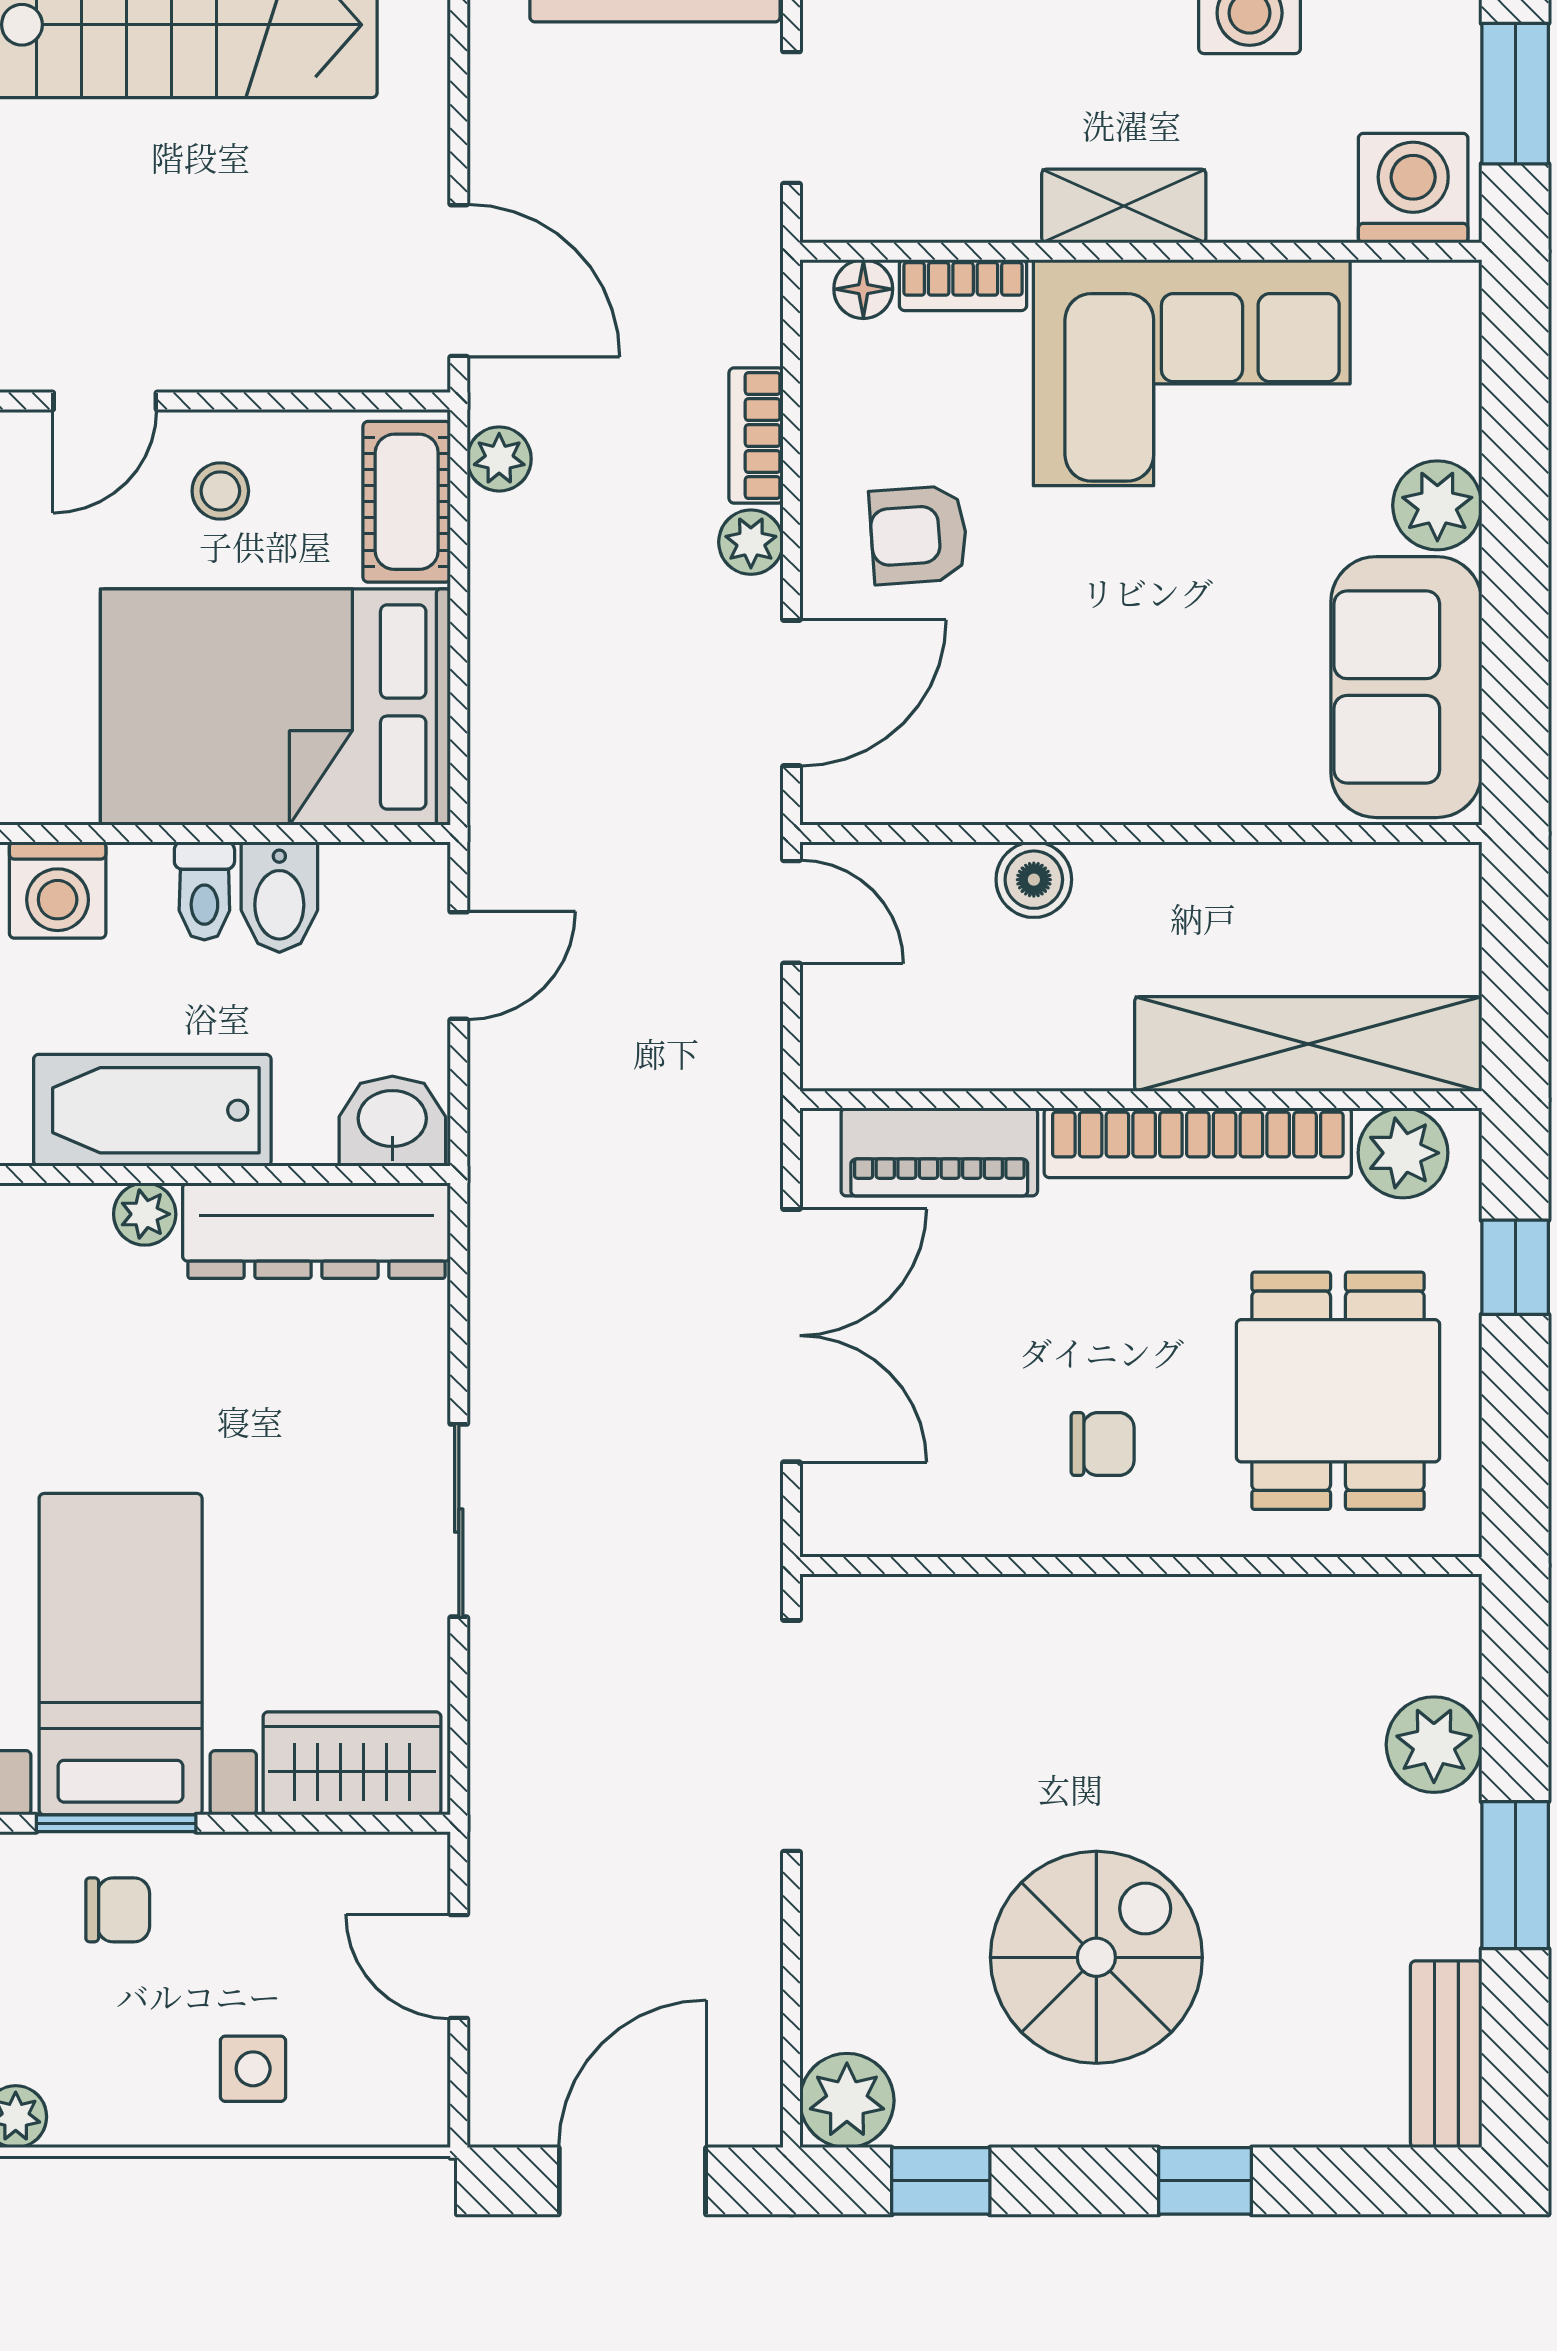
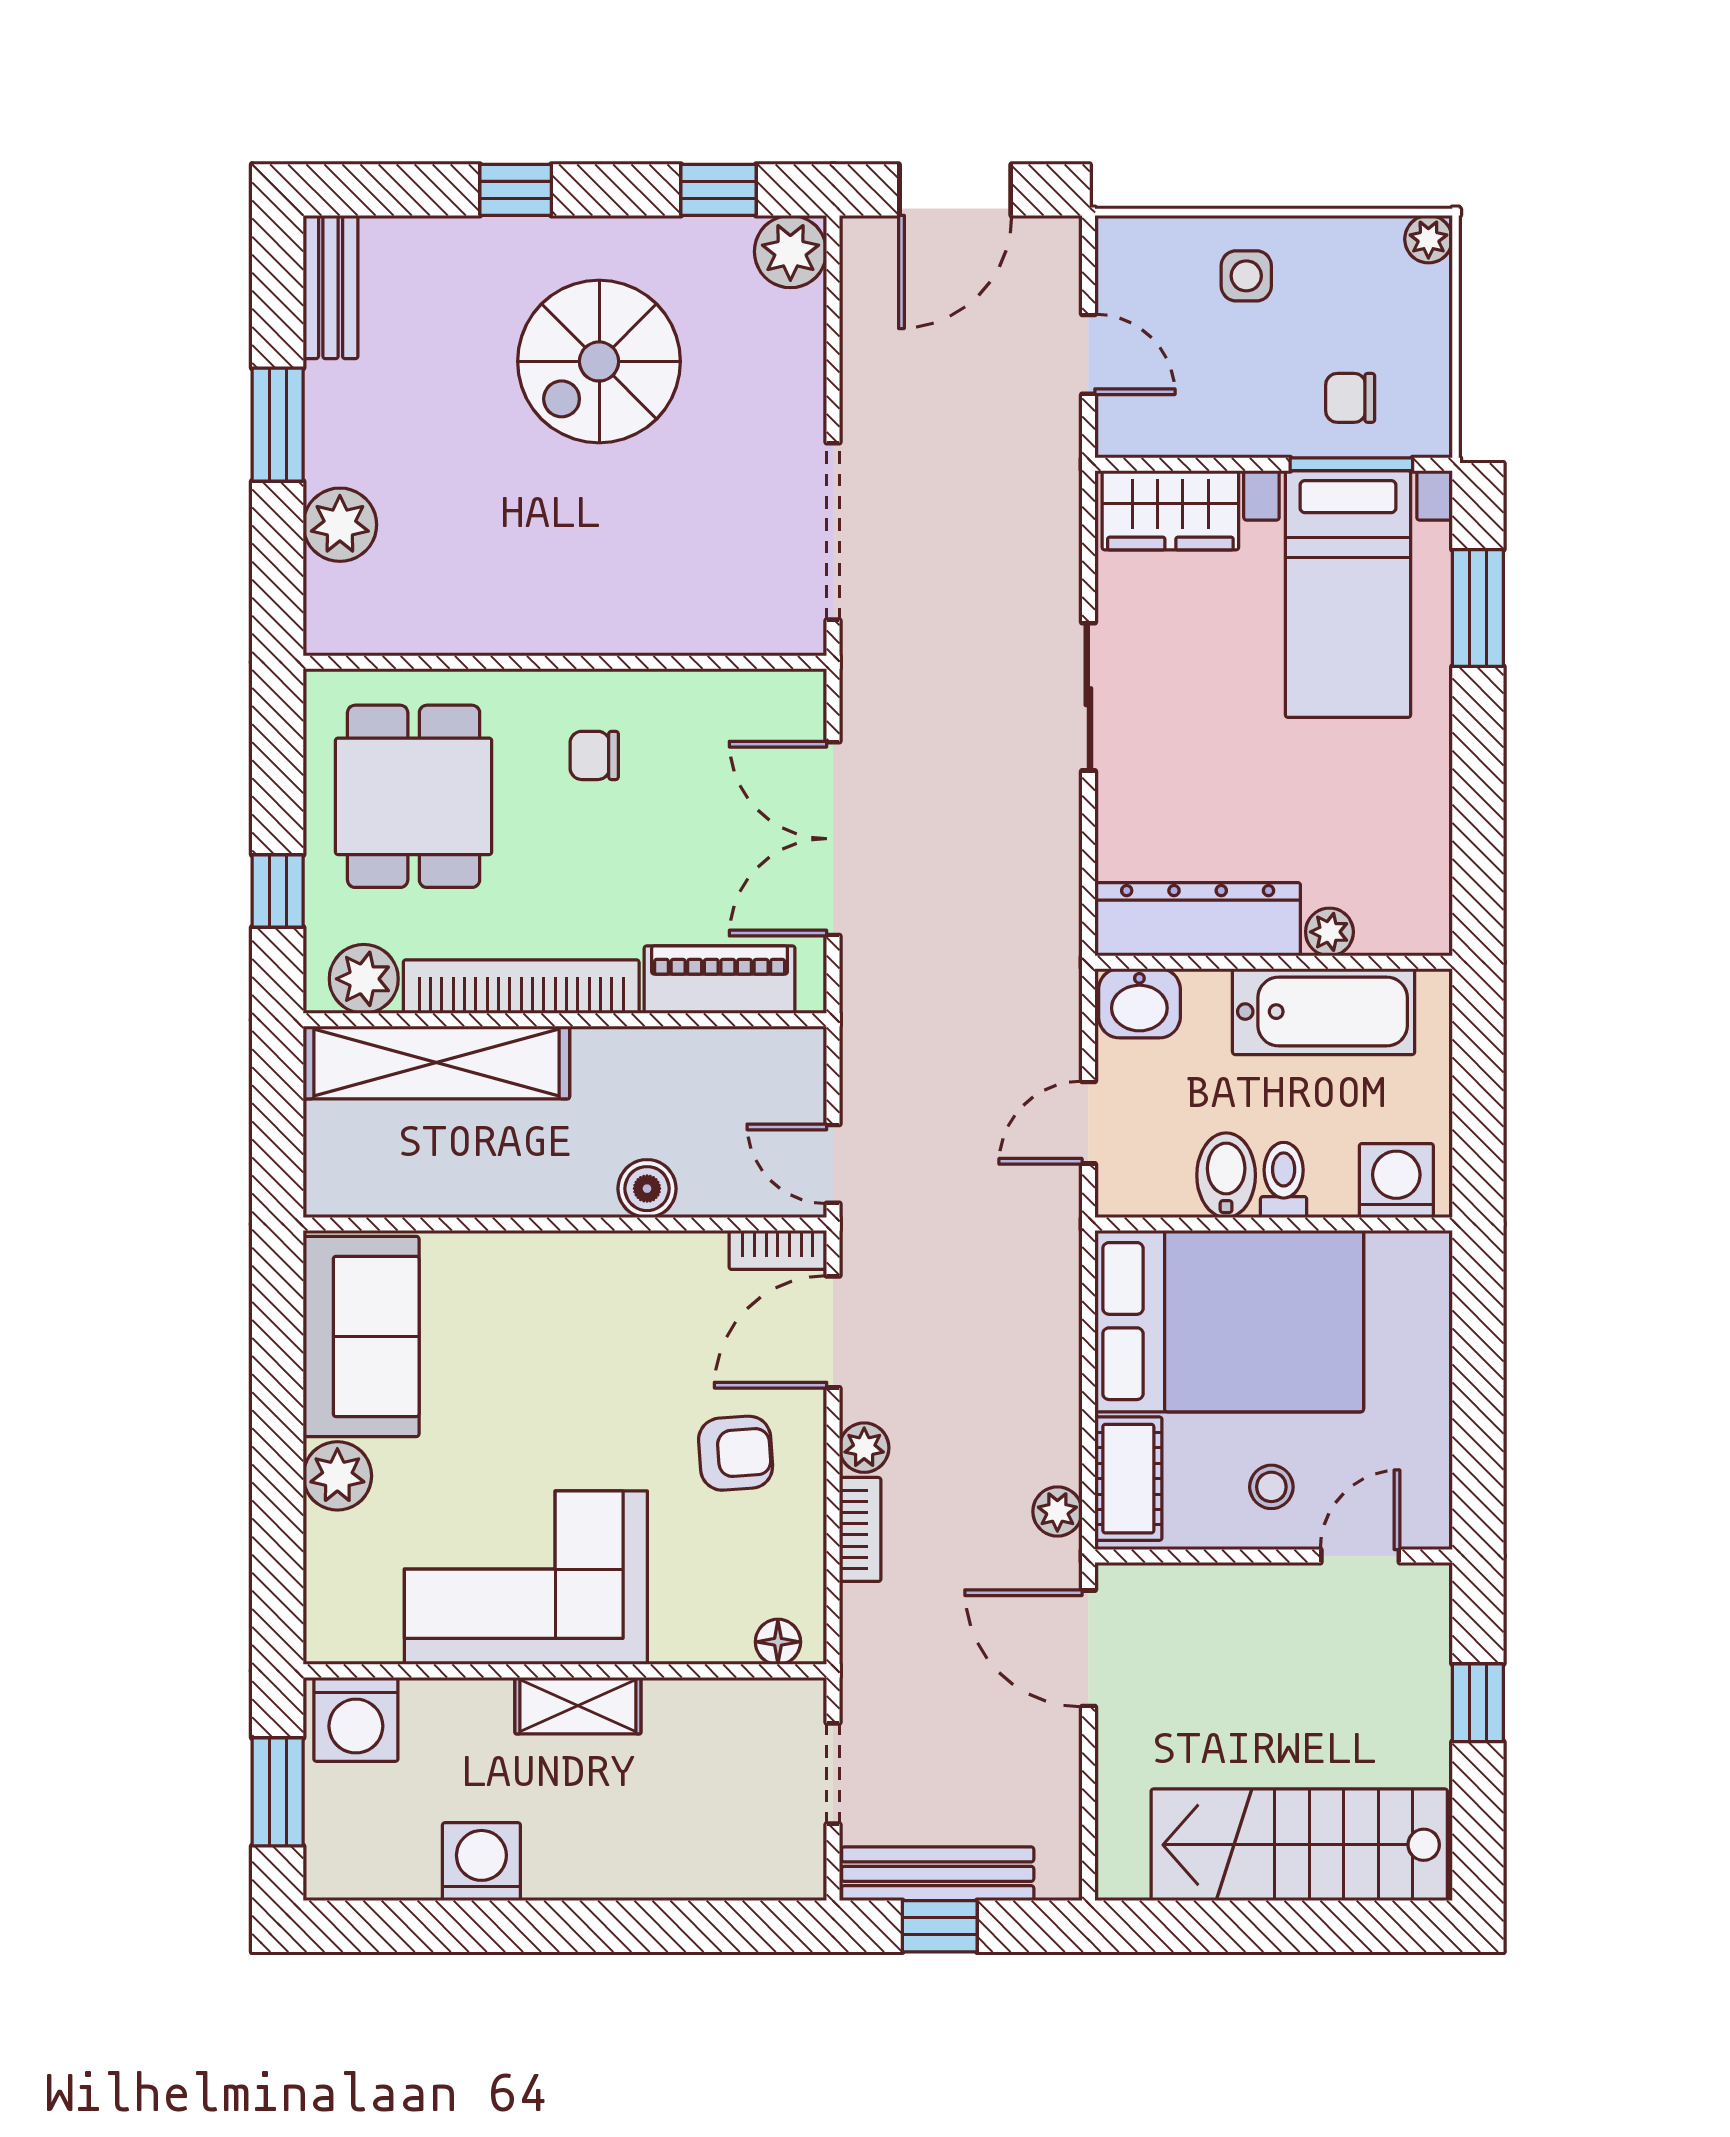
bookcase: (963, 285) -> (778, 1250), moved, turned 180

